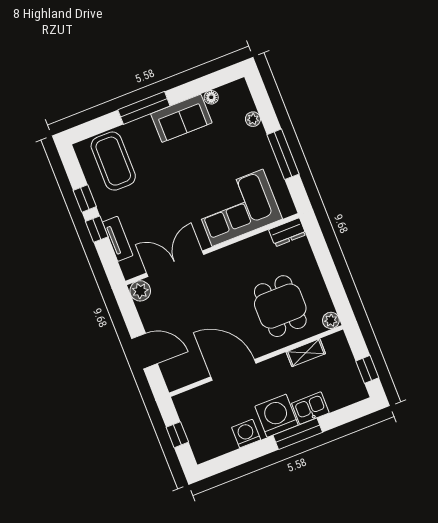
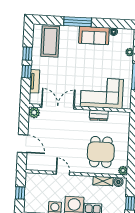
dresser: (287, 232) -> (99, 115), moved
boiler: (332, 343) -> (118, 182), added
door: (233, 370) -> (63, 173), width x0.53

